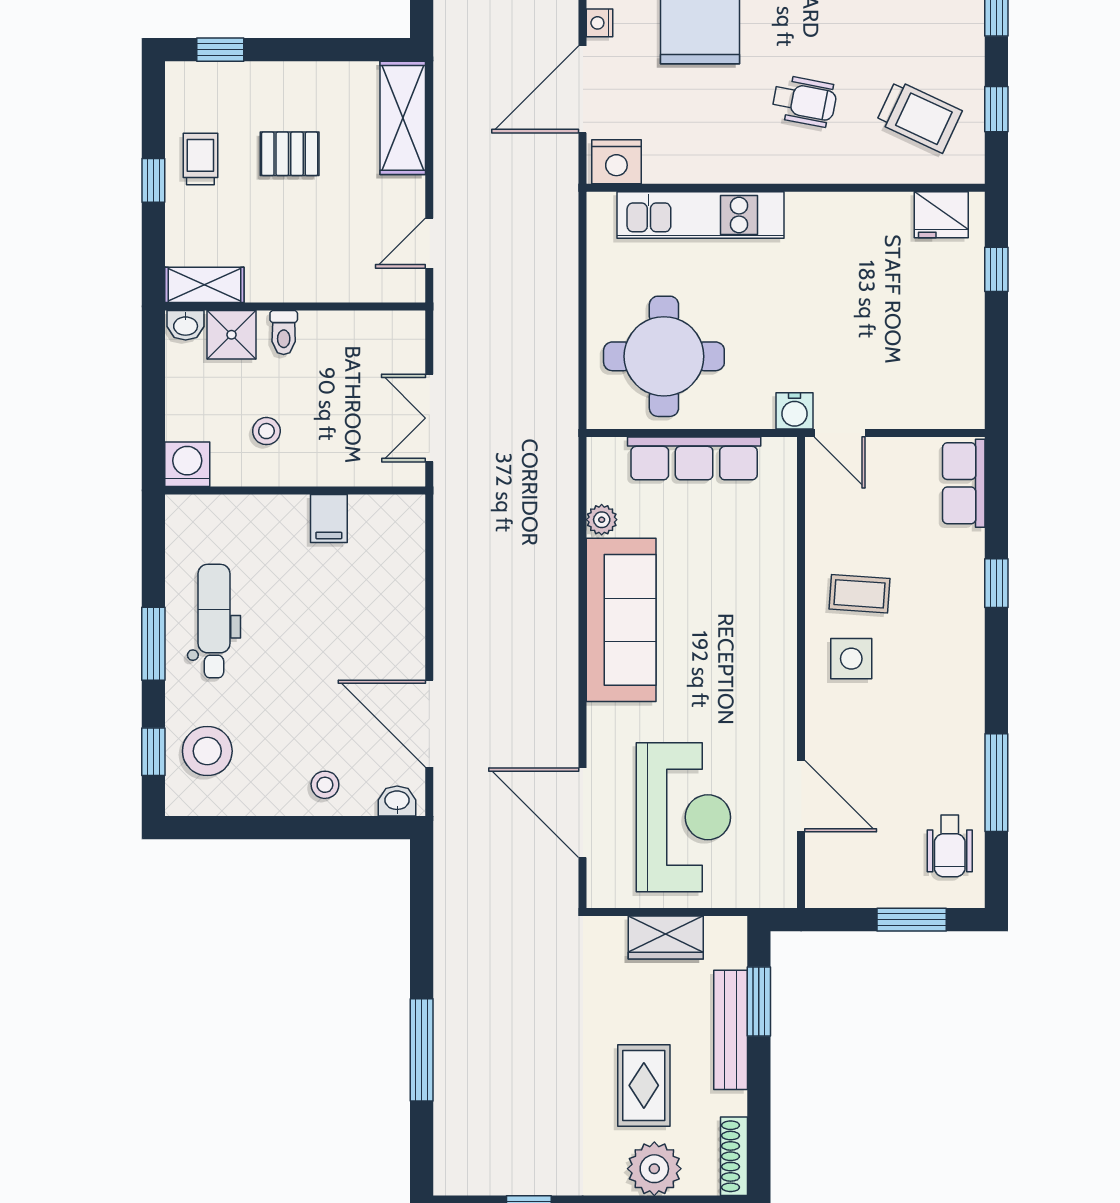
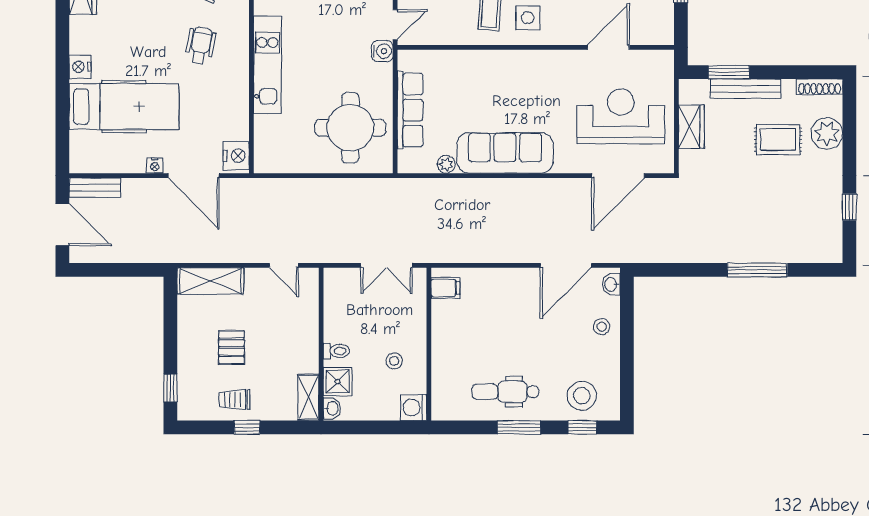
kitchen unit: (701, 215) -> (267, 65), moved
filing cabinet: (329, 519) -> (445, 288), moved

